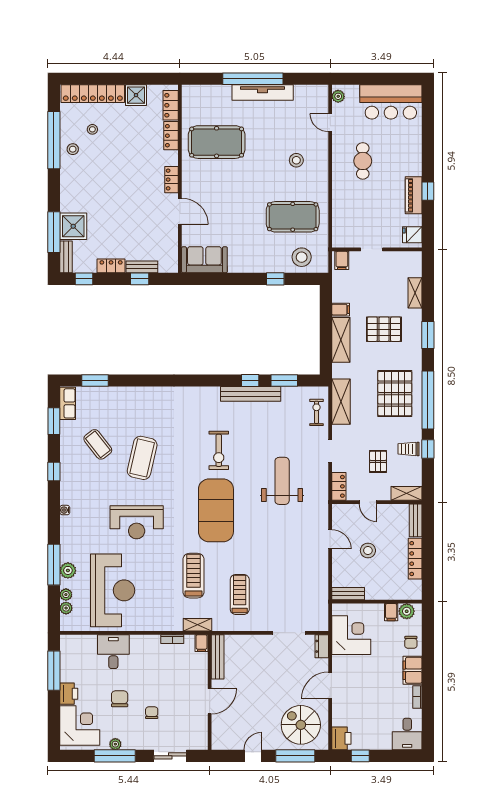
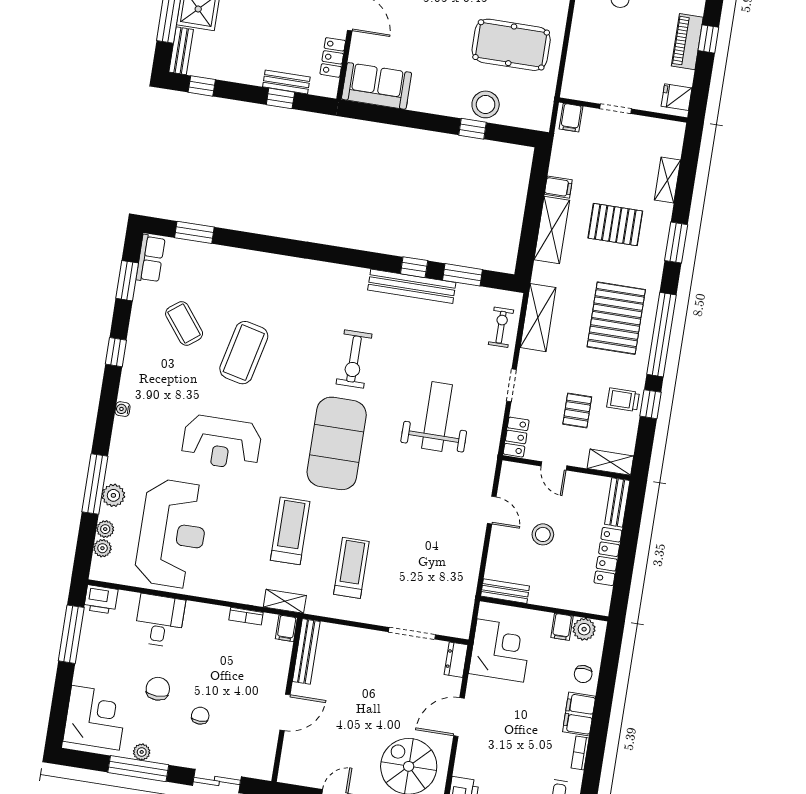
stool: (302, 257) -> (486, 104), moved
locker: (111, 266) -> (333, 57), moved, turned -90
printer: (69, 694) -> (101, 599), moved, turned 90

